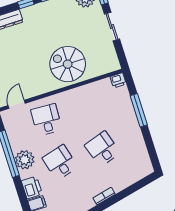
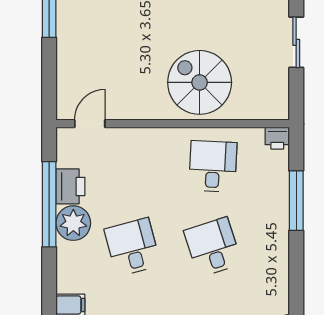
desk: (46, 120) -> (213, 166), moved
printer: (32, 188) -> (70, 186), moved

